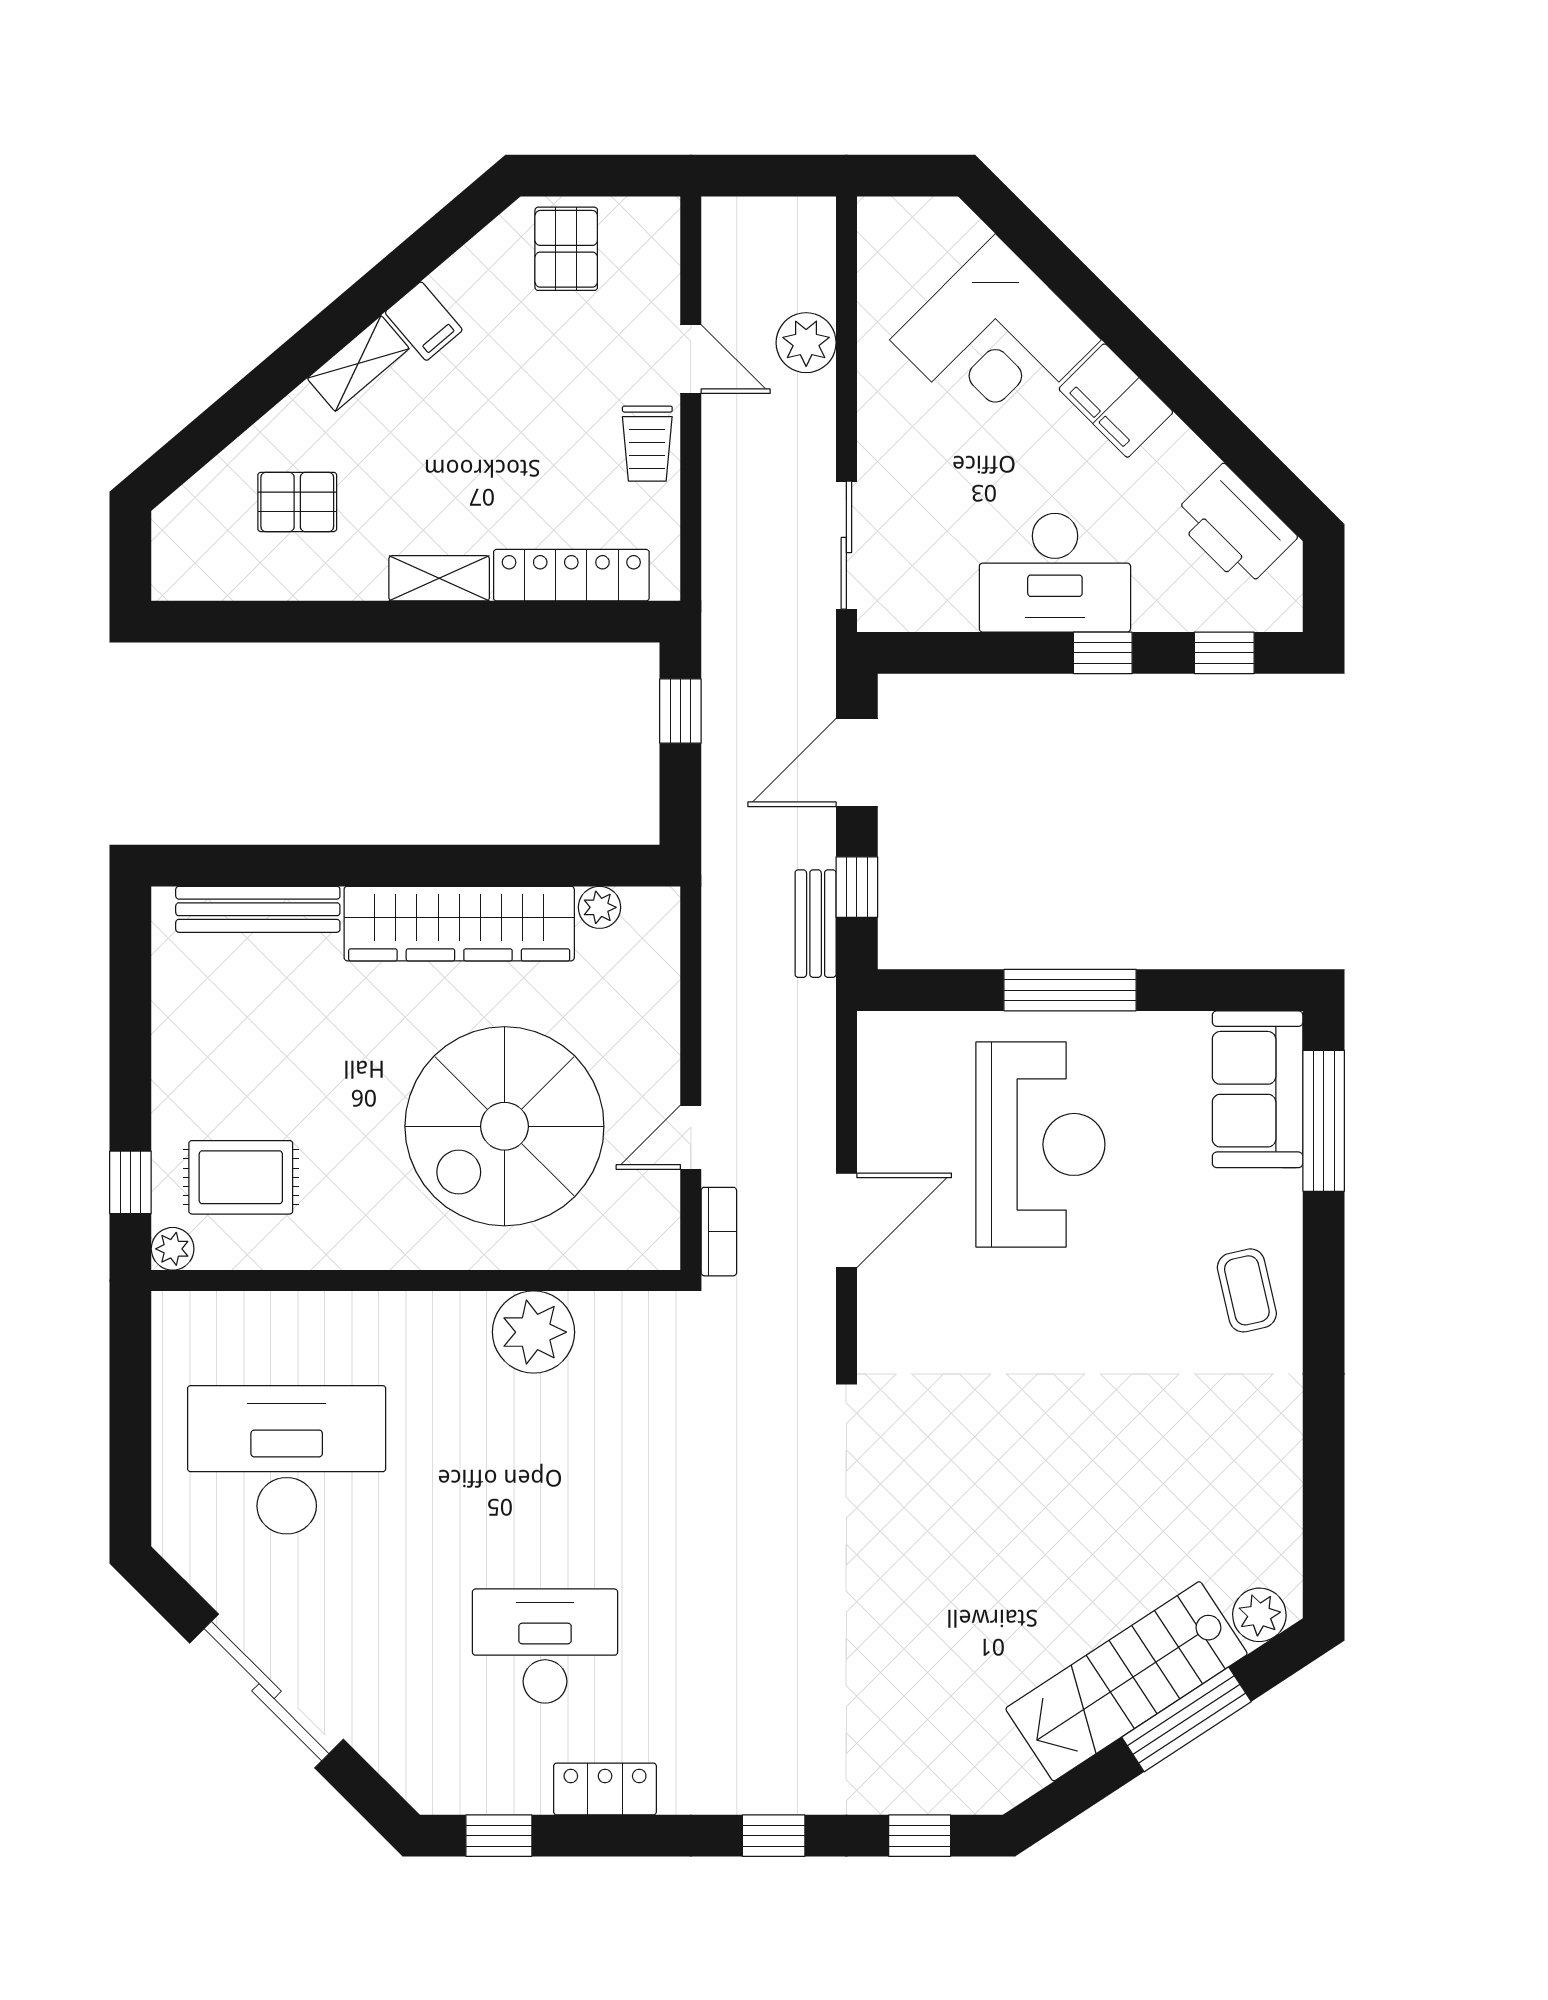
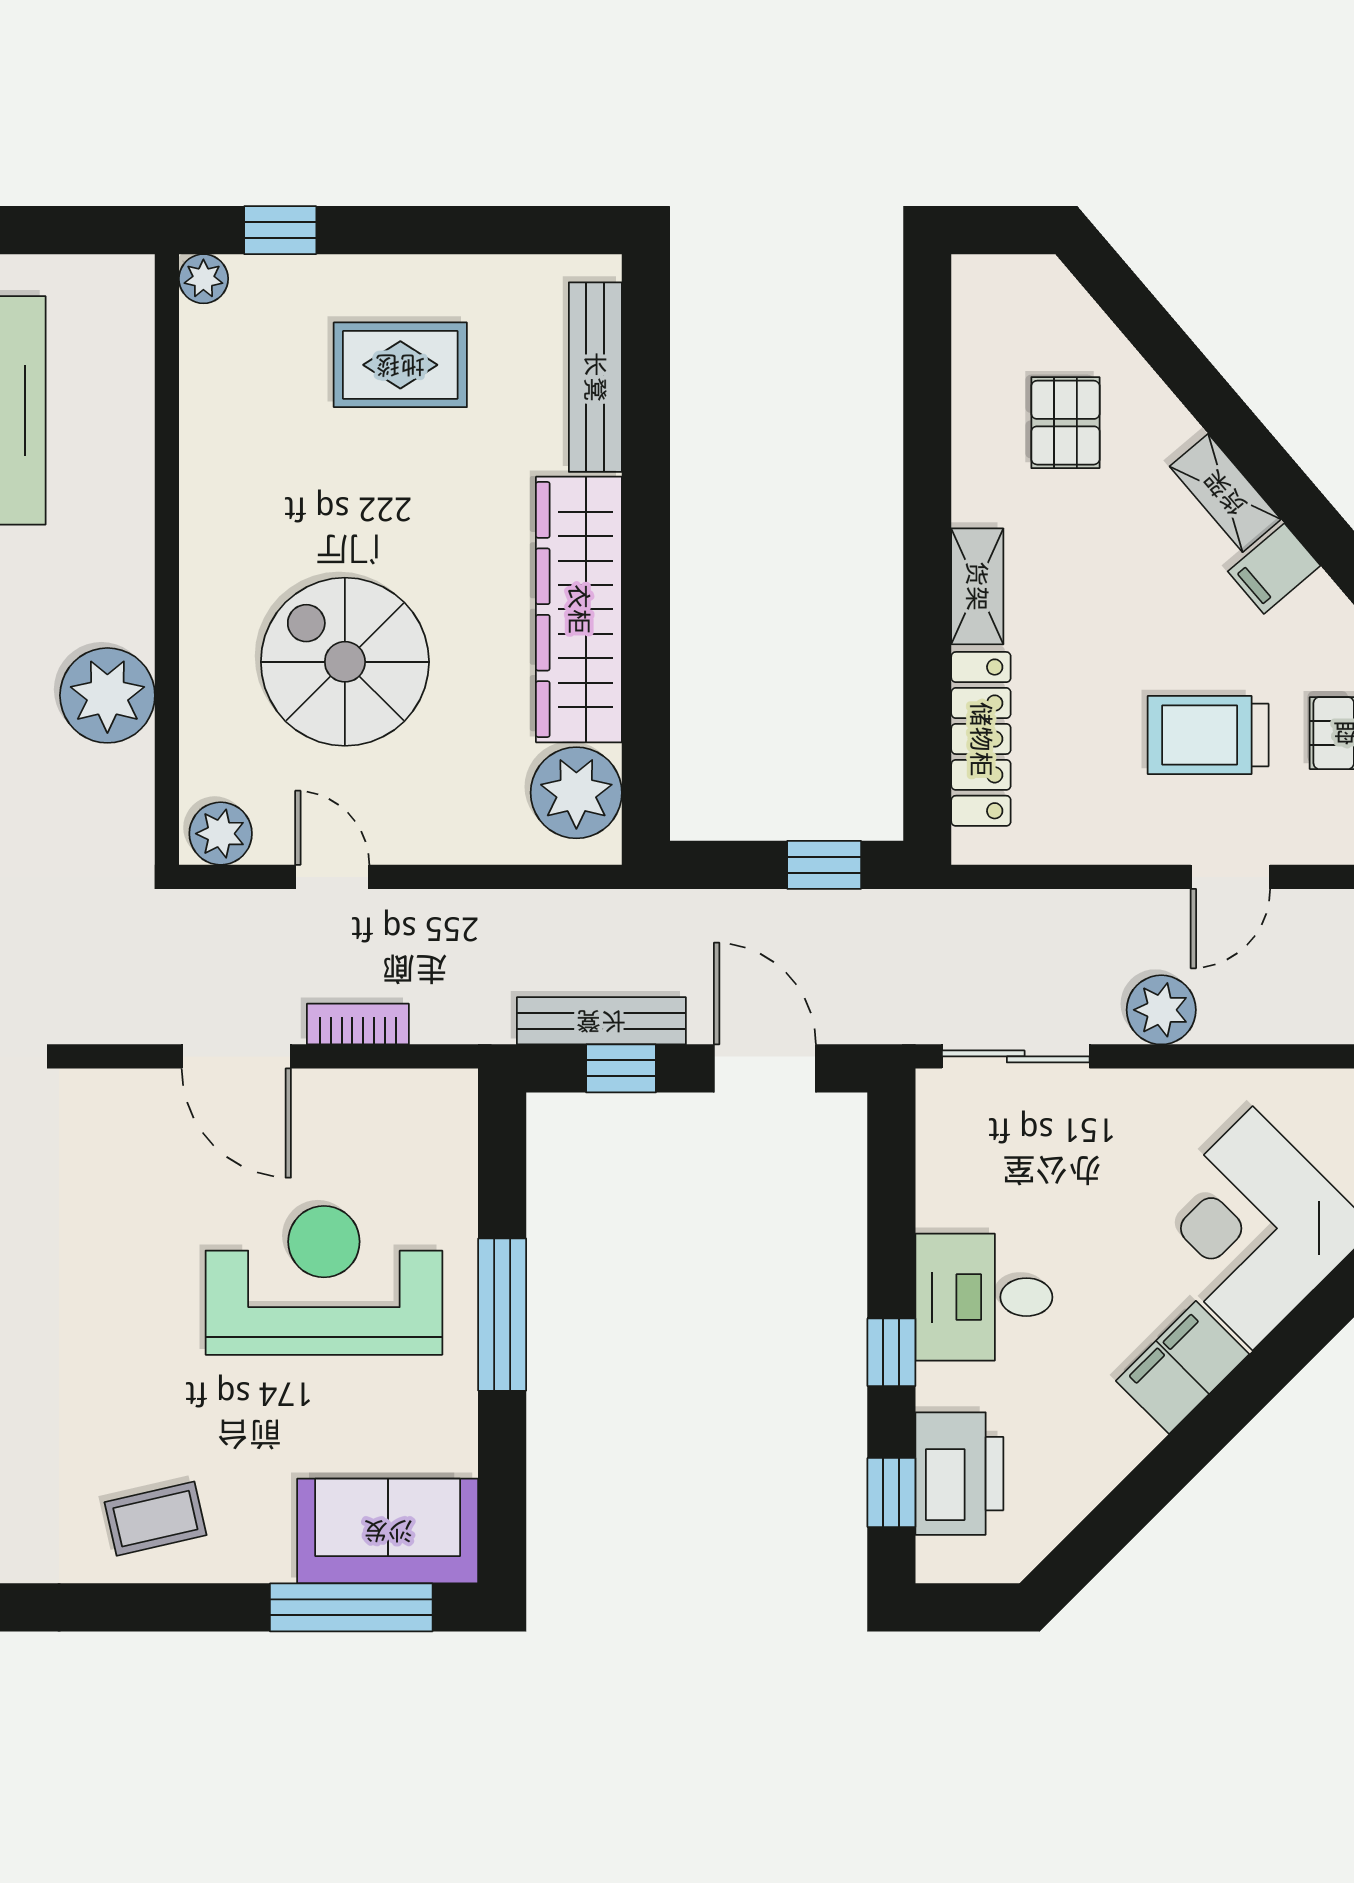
plant: (806, 343) -> (1161, 1010), moved
trolley: (647, 444) -> (1208, 735), moved, width x1.36, depth x1.39
printer: (1234, 526) -> (959, 1474), moved, turned 135
desk: (1055, 573) -> (984, 1297), width x0.73
plant: (599, 907) -> (576, 793), width x1.88, depth x1.88
bench: (816, 924) -> (601, 1021), width x1.36
spiral stairs: (504, 1126) -> (345, 662), width x0.73, depth x0.73
reception desk: (1040, 1144) -> (324, 1280), turned 180
rug: (241, 1177) -> (400, 365), moved, turned 90
bookcase: (719, 1232) -> (358, 1024), moved, turned 180
plant: (653, 1234) -> (221, 834), added

